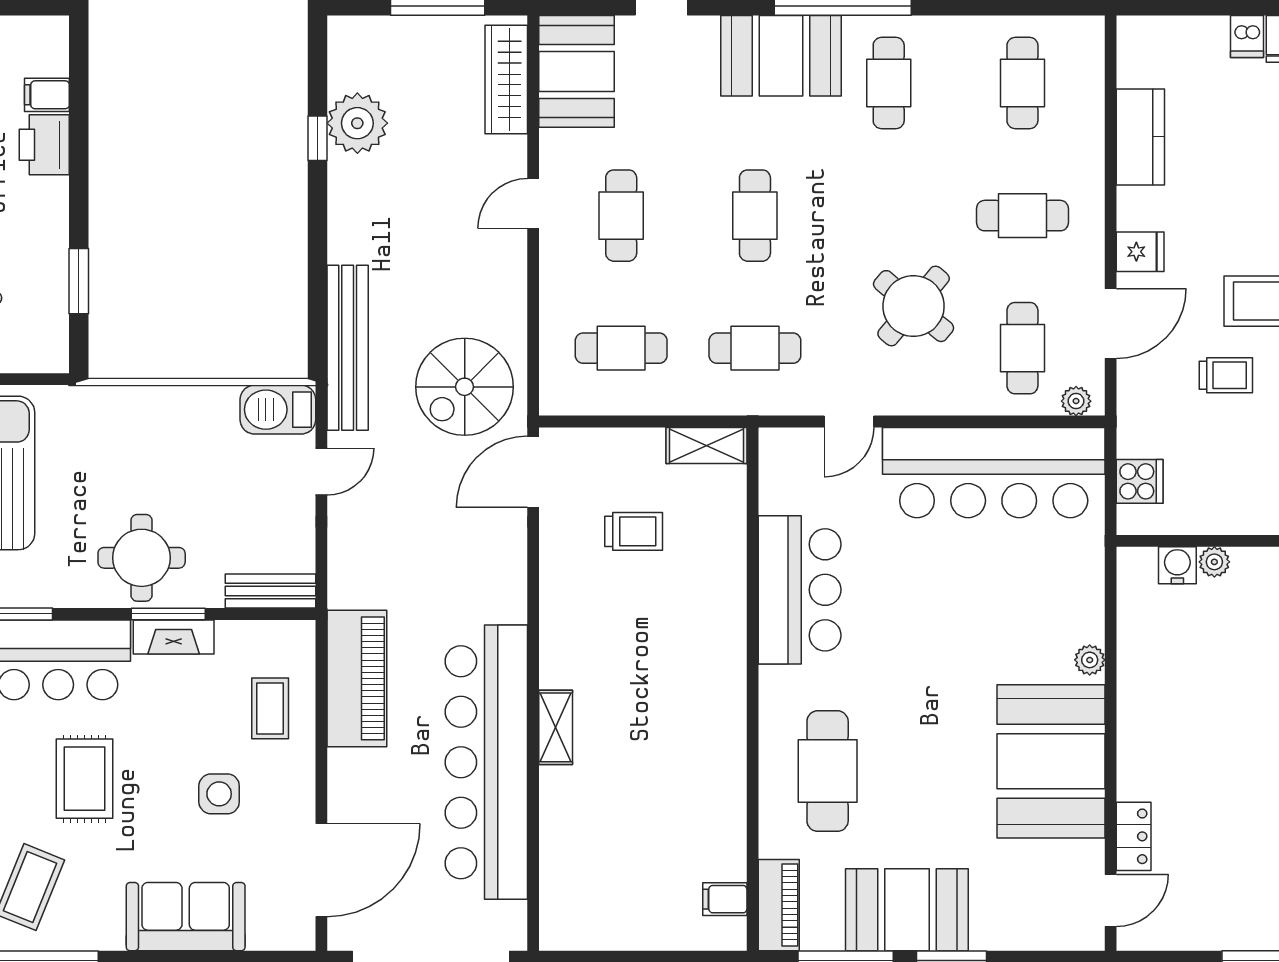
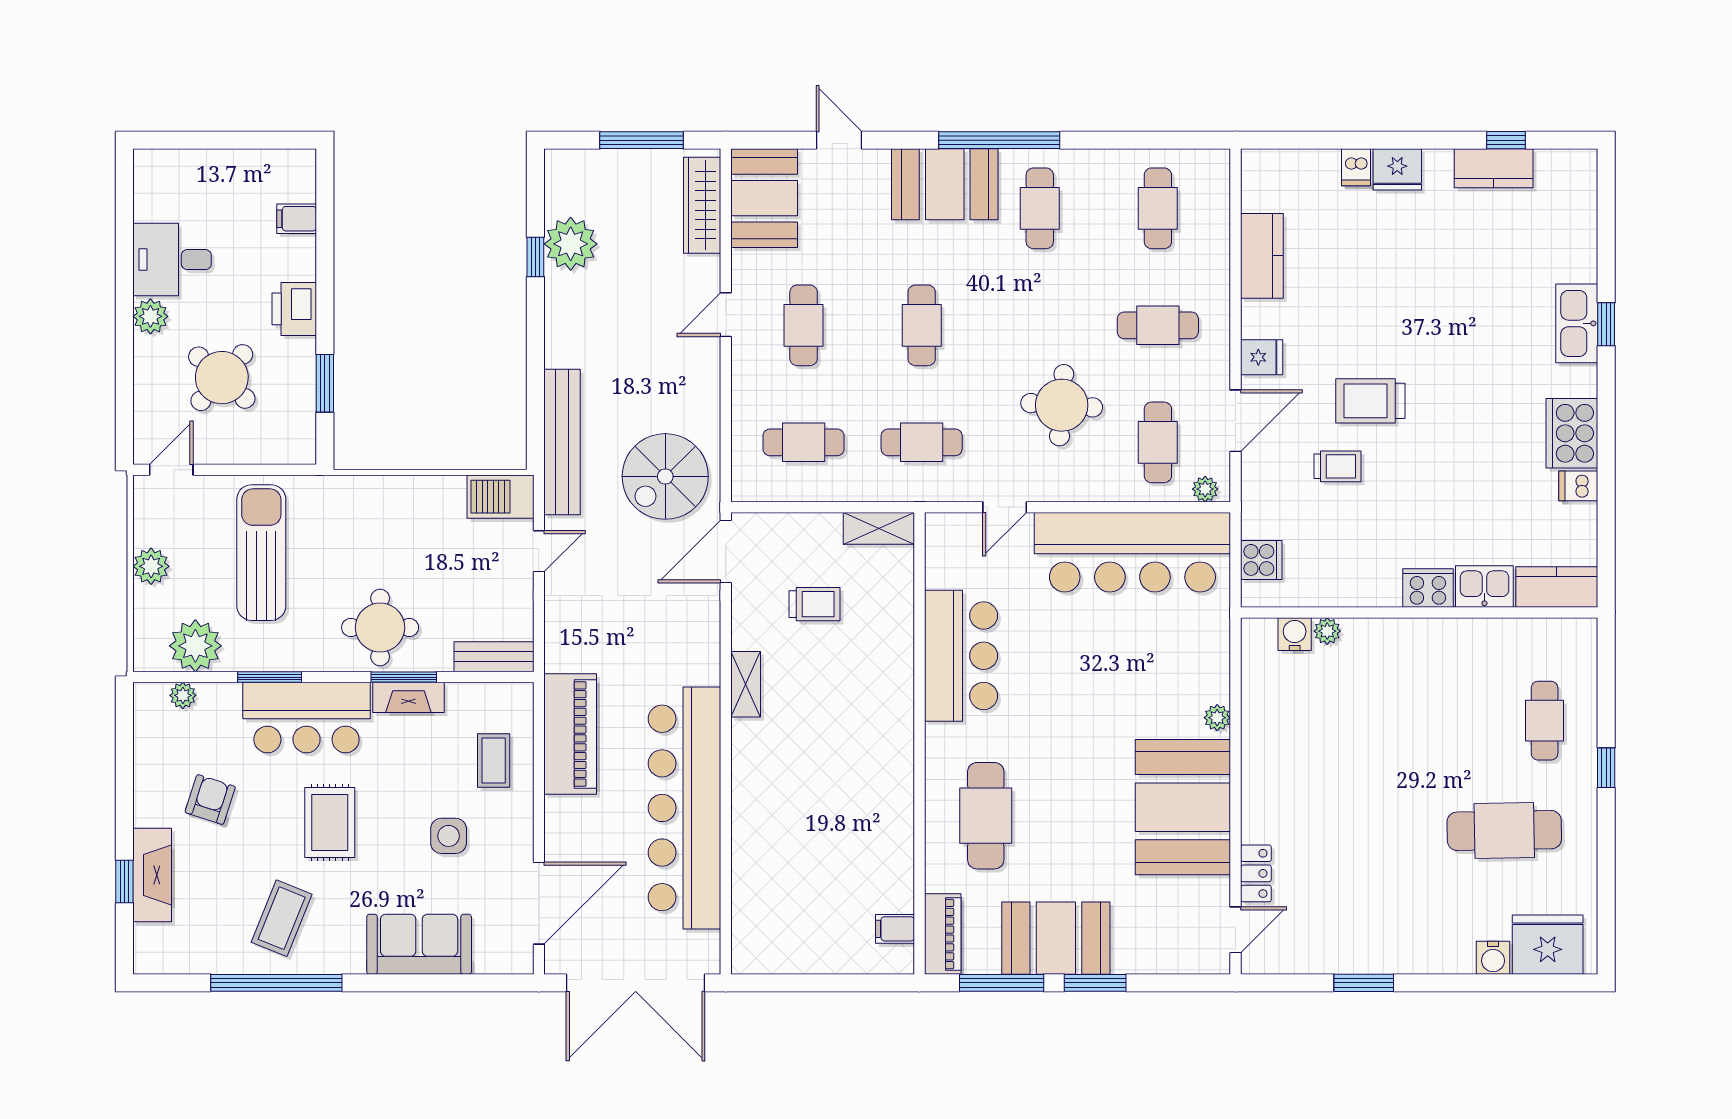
printer: (44, 145) -> (294, 309), moved
round table: (914, 306) -> (1062, 405), turned -36
shelving: (556, 727) -> (746, 684), moved

